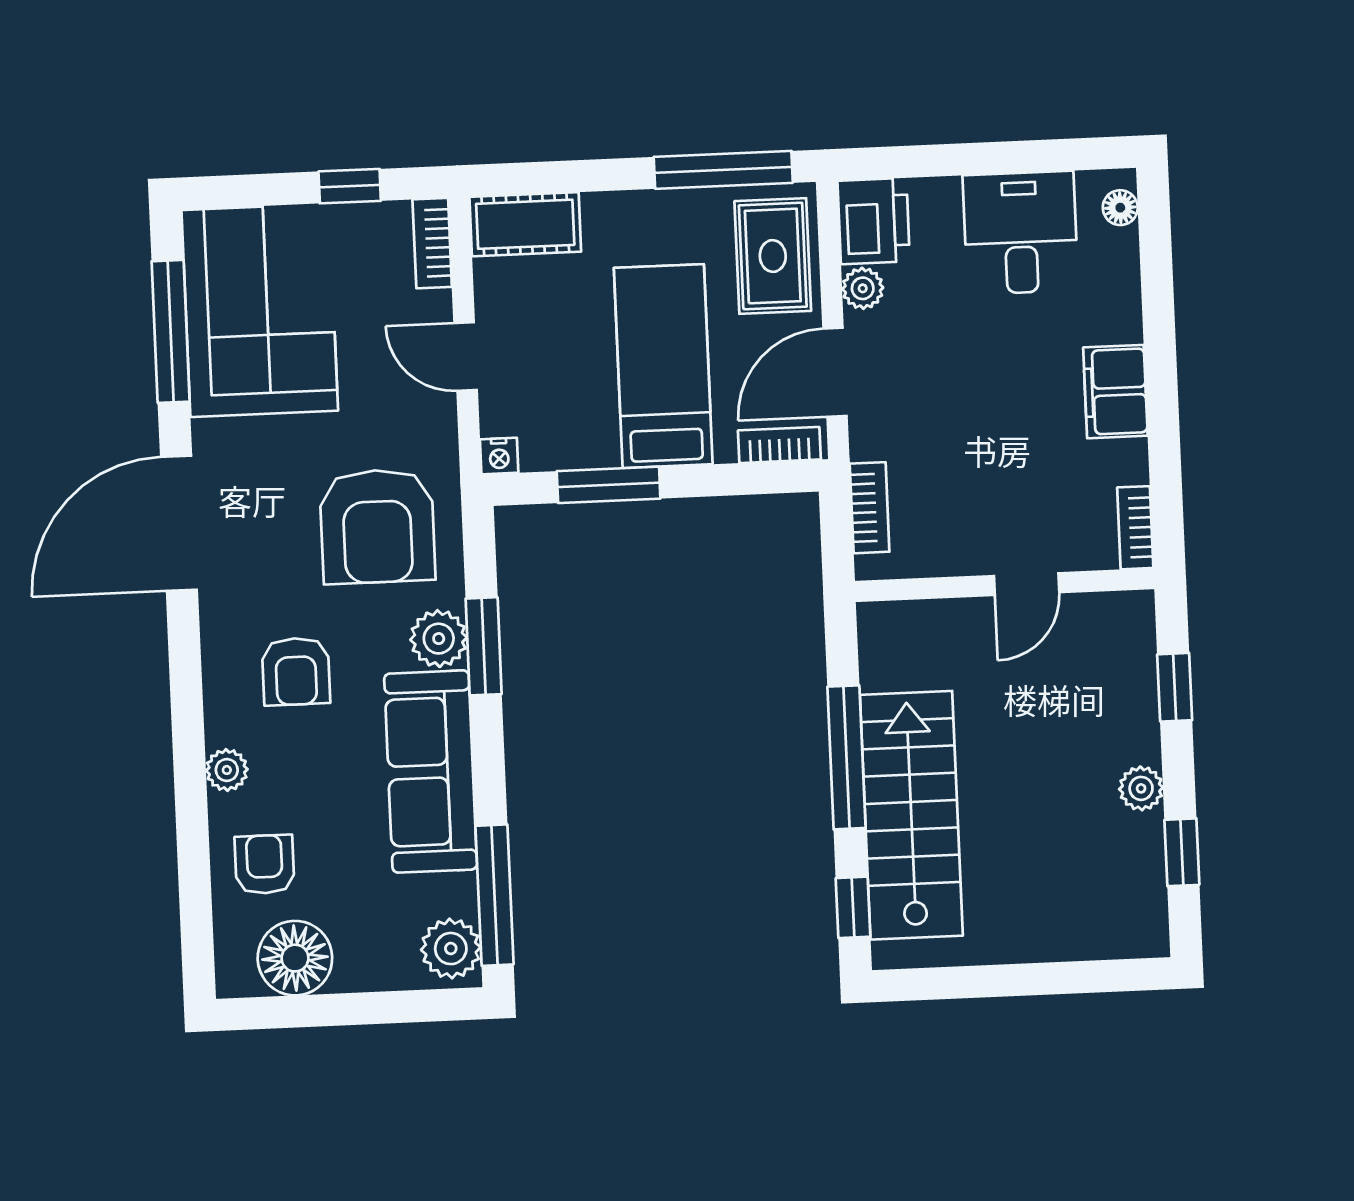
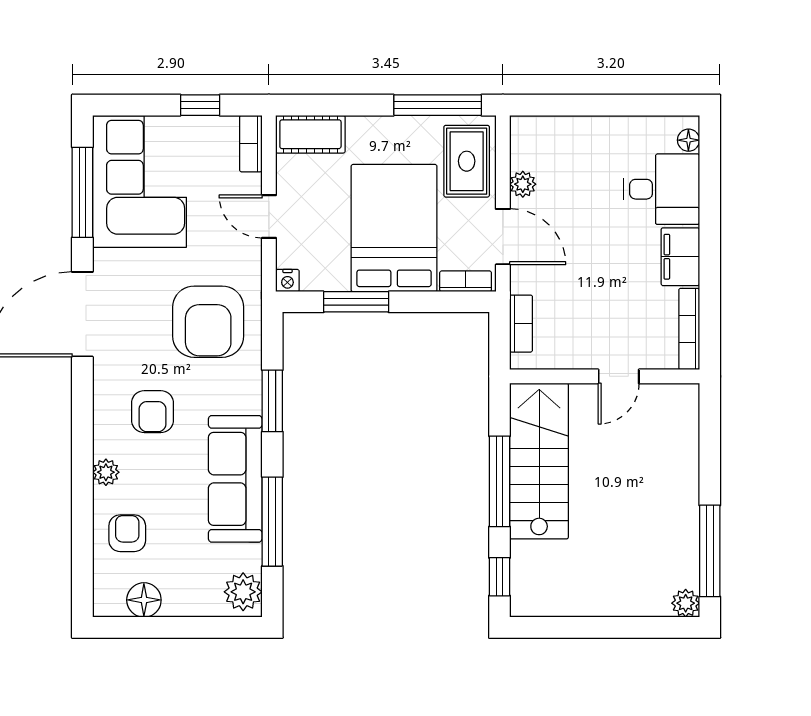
printer: (874, 221) -> (532, 142), removed
desk: (1020, 233) -> (662, 189), moved, turned 90
bed: (663, 366) -> (394, 228), width x1.50
door: (835, 372) -> (503, 237), swing flipped
bookcase: (1135, 528) -> (689, 329), width x1.56
plant: (439, 639) -> (244, 395), removed
window: (1175, 687) -> (710, 446), removed
plant: (1141, 788) -> (686, 603), moved
stairs: (911, 815) -> (539, 461), moved
window: (1182, 852) -> (710, 551), width x2.17
window: (494, 895) -> (272, 522), moved
floor lamp: (295, 958) -> (144, 600), width x0.73, depth x0.73

